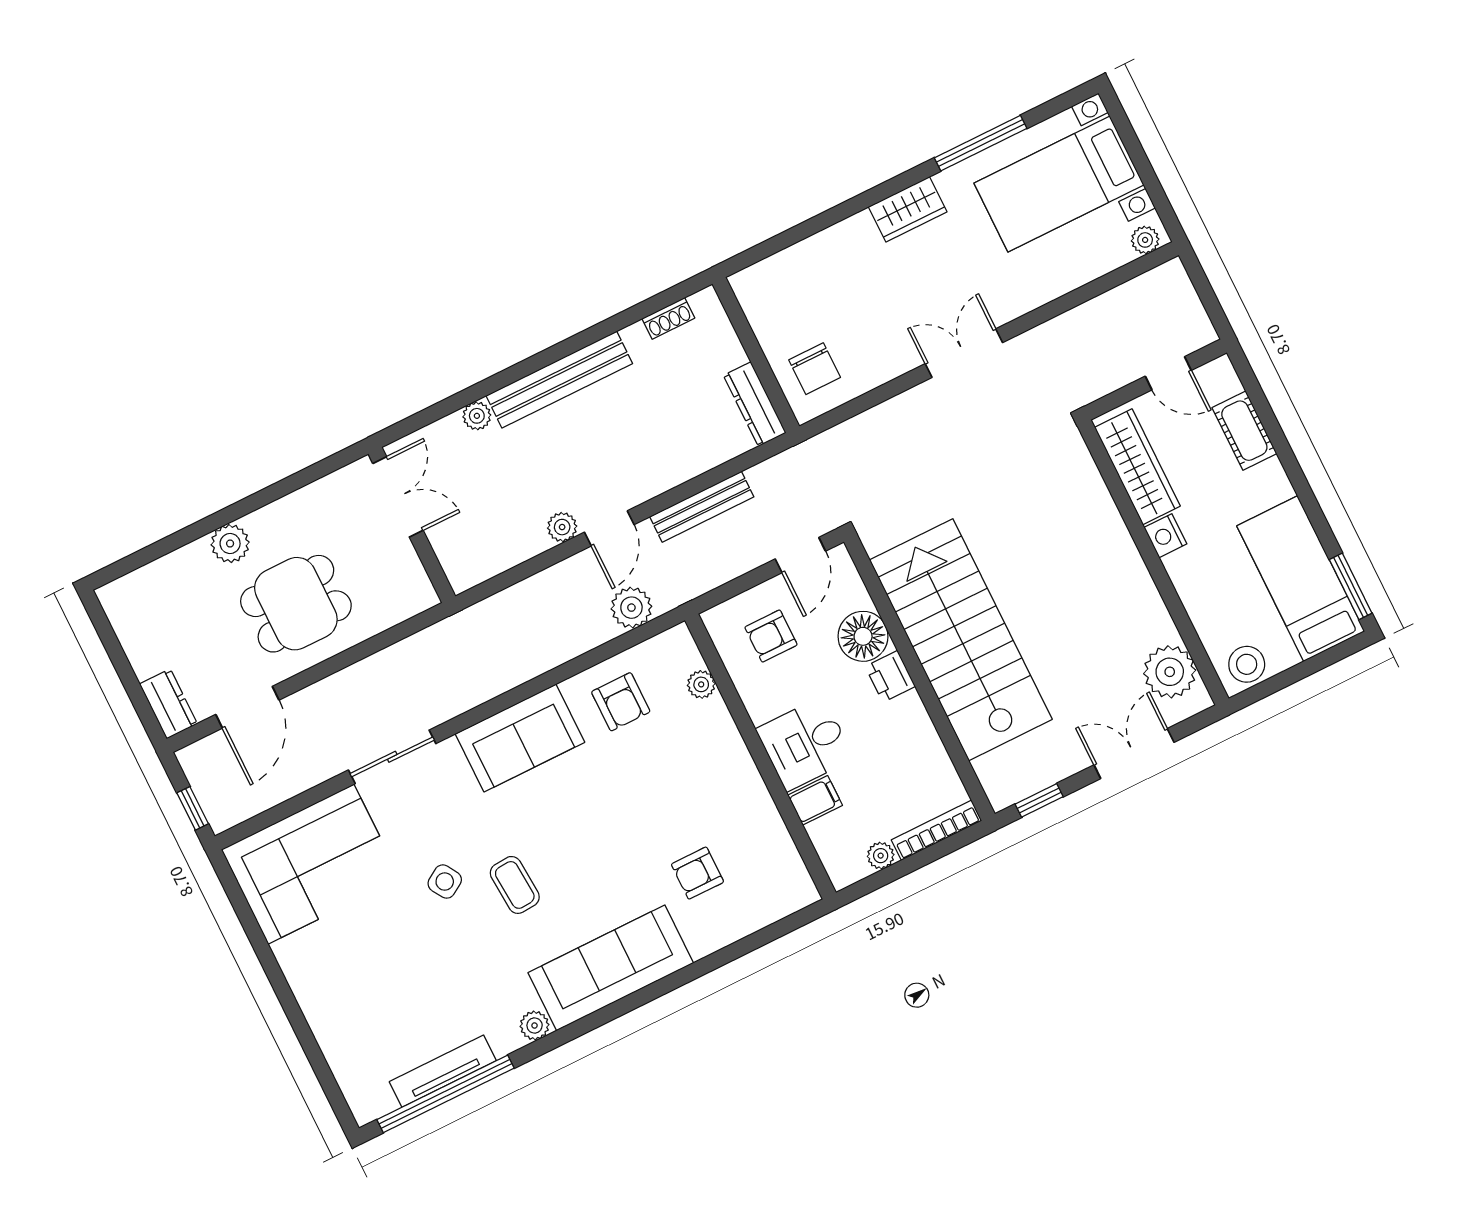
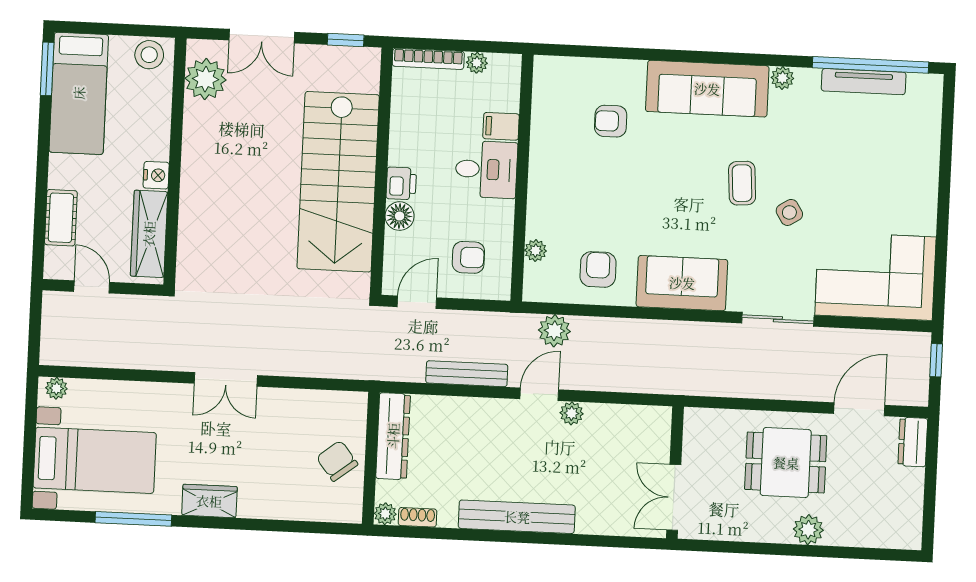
chair: (815, 369) -> (337, 461), moved, turned -38
dresser: (755, 404) -> (393, 436), width x1.37, depth x1.24
plant: (477, 416) -> (385, 514), moved
floor lamp: (863, 636) -> (400, 216), width x0.73, depth x0.73
armchair: (697, 873) -> (611, 121), turned 180

